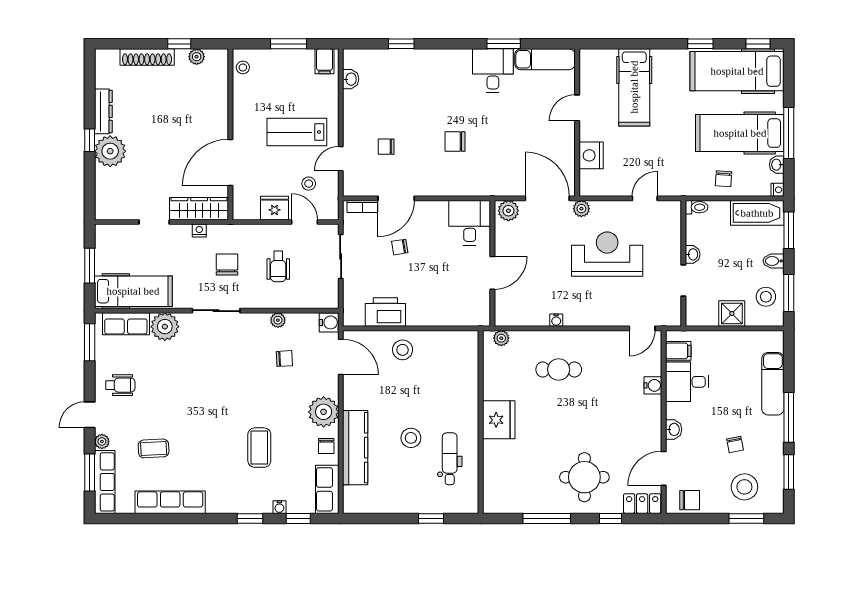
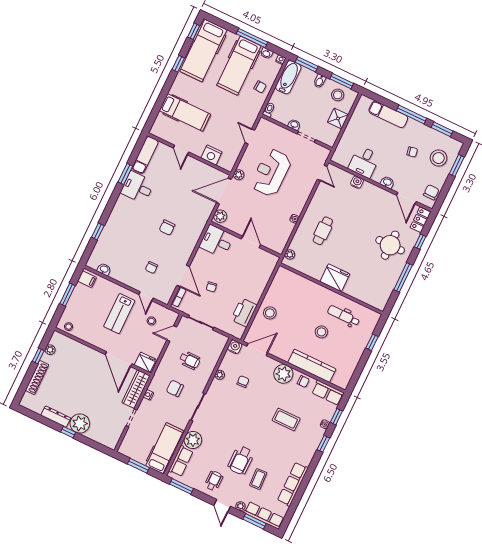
fridge: (275, 208) -> (145, 362), moved, turned 90
filing cabinet: (678, 351) -> (345, 159), removed
wheelchair: (169, 410) -> (241, 460), added

